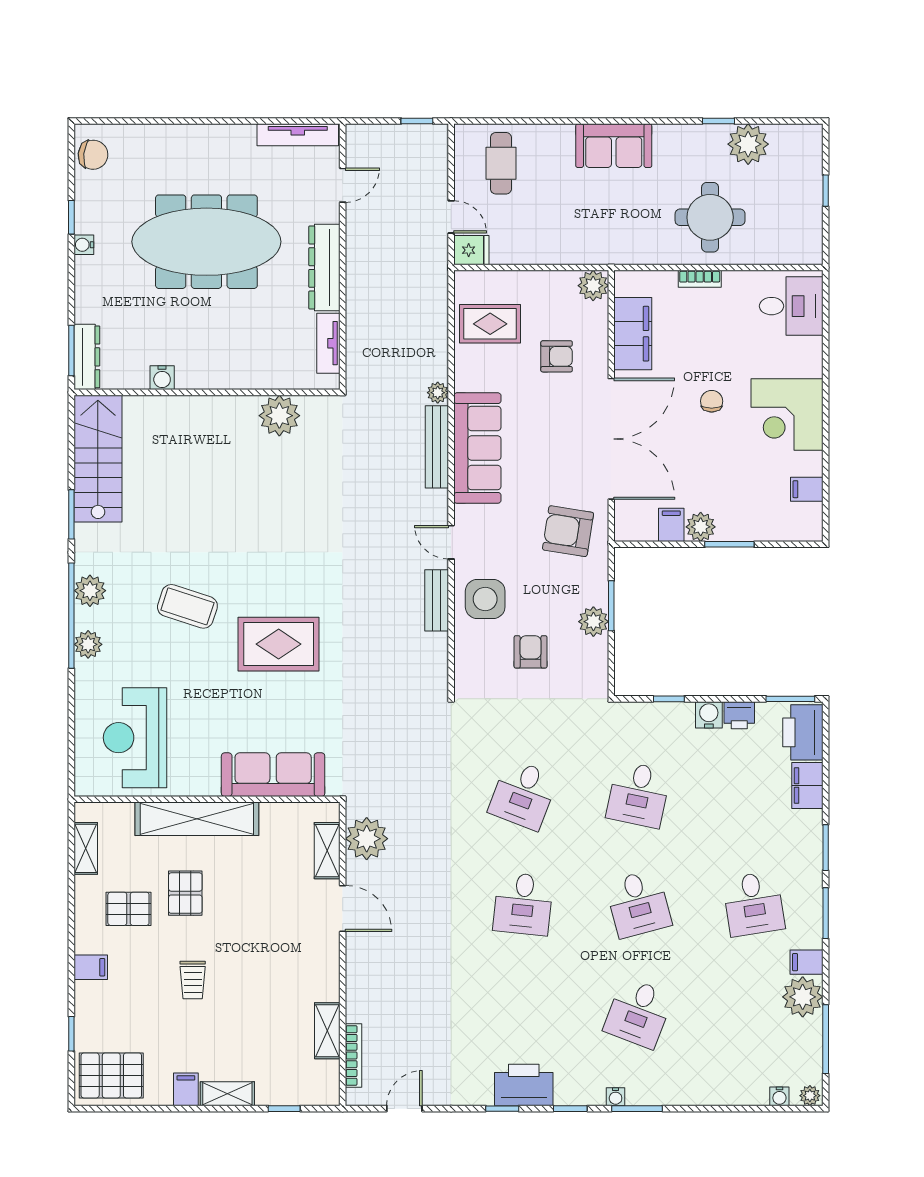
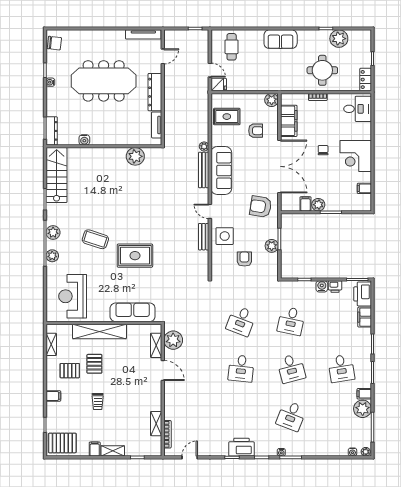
locker: (810, 239) -> (366, 80), added

